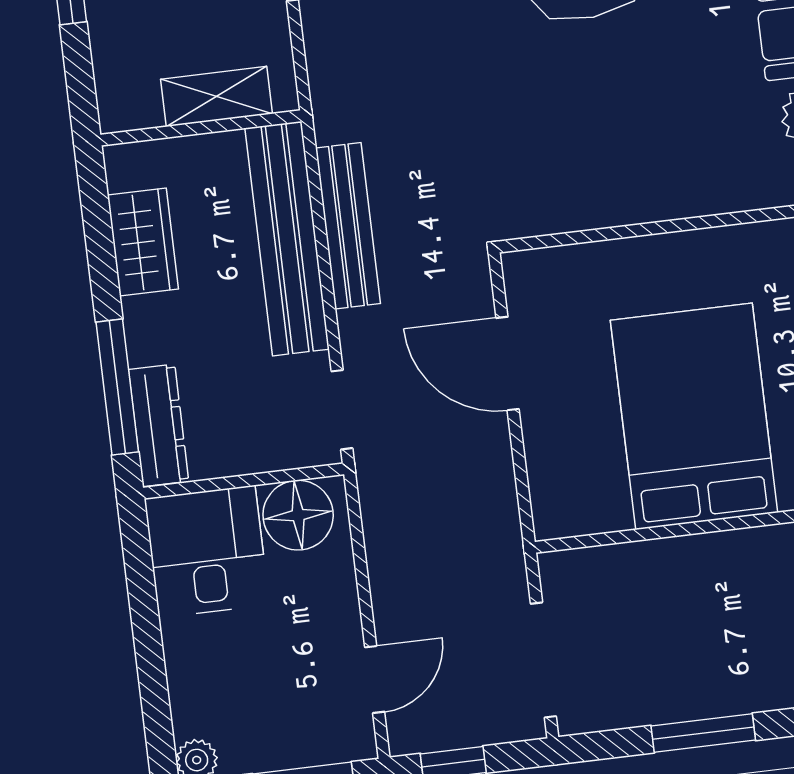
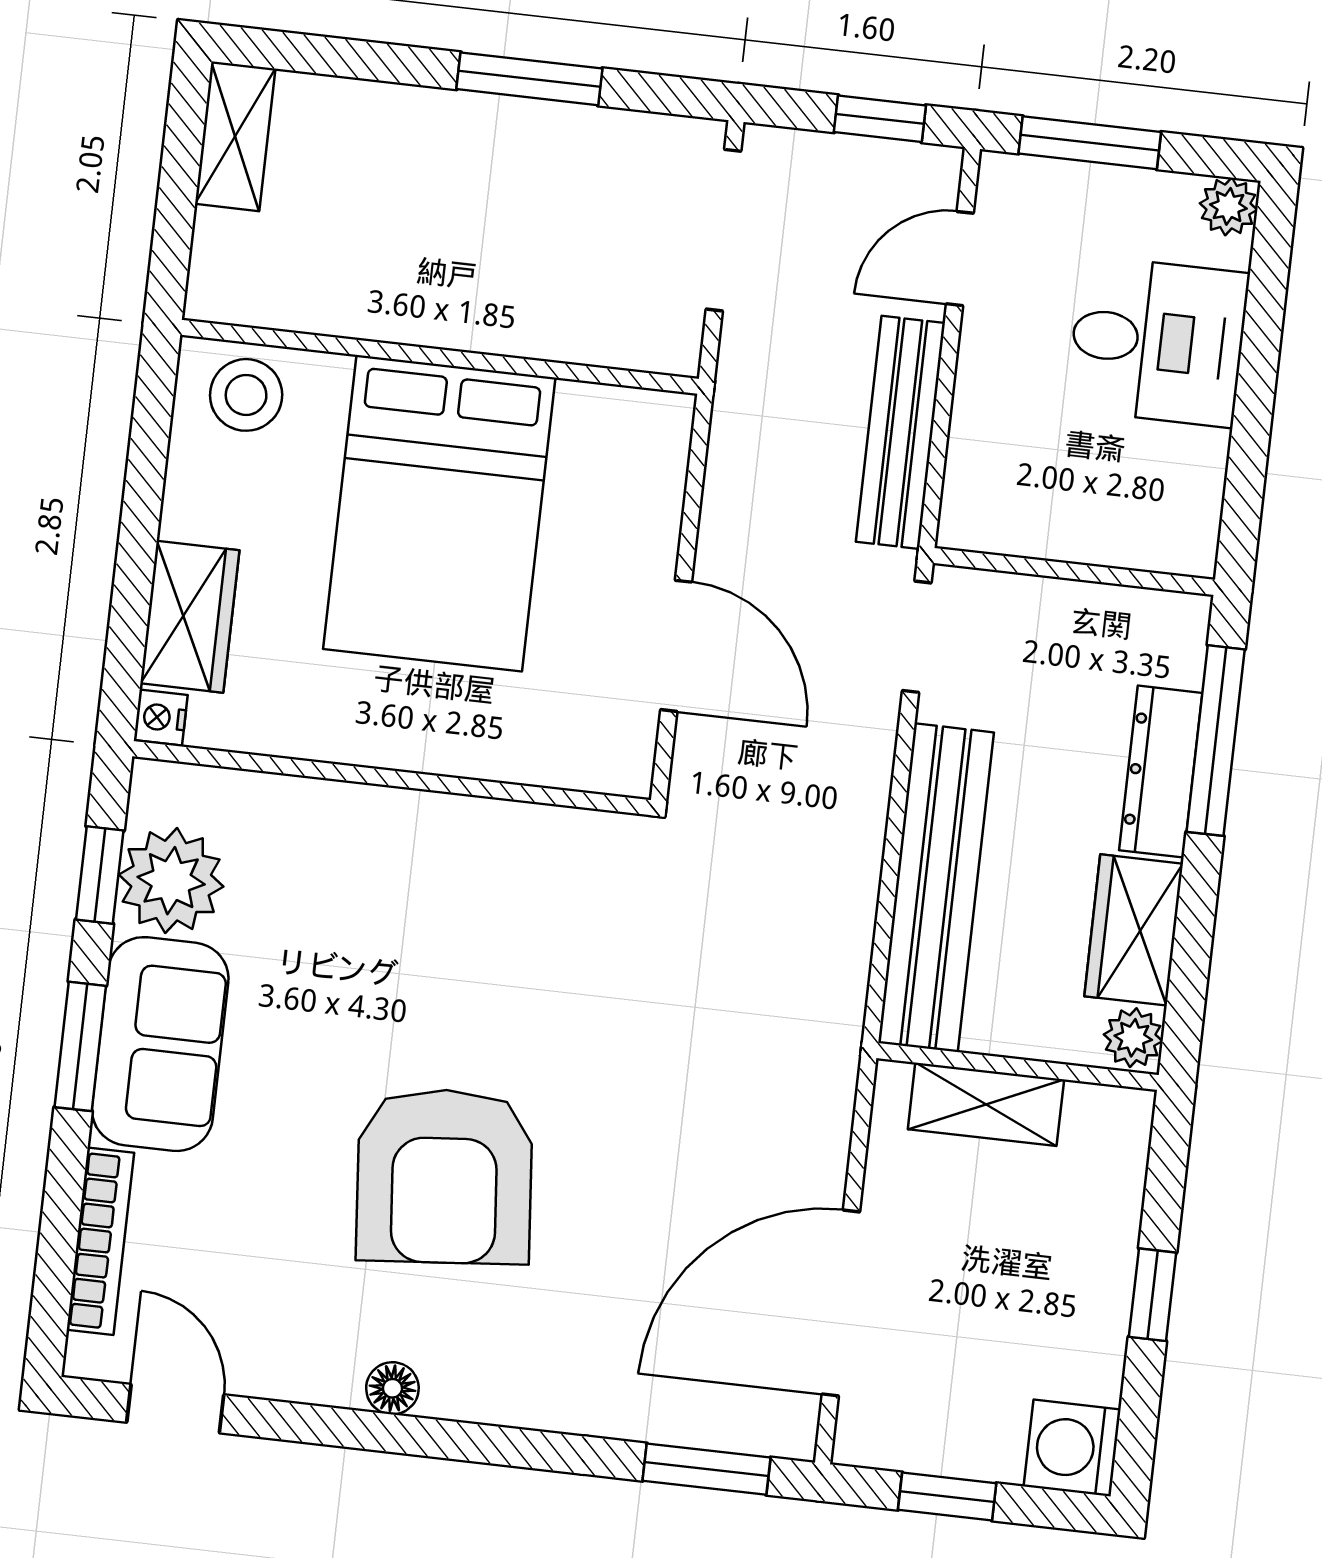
plant: (125, 167) -> (1133, 1038), added
bench: (348, 226) -> (900, 432), moved
dresser: (159, 425) -> (1161, 772), moved
floor lamp: (298, 515) -> (1011, 507), removed
desk: (207, 552) -> (1158, 341), moved, turned -90

